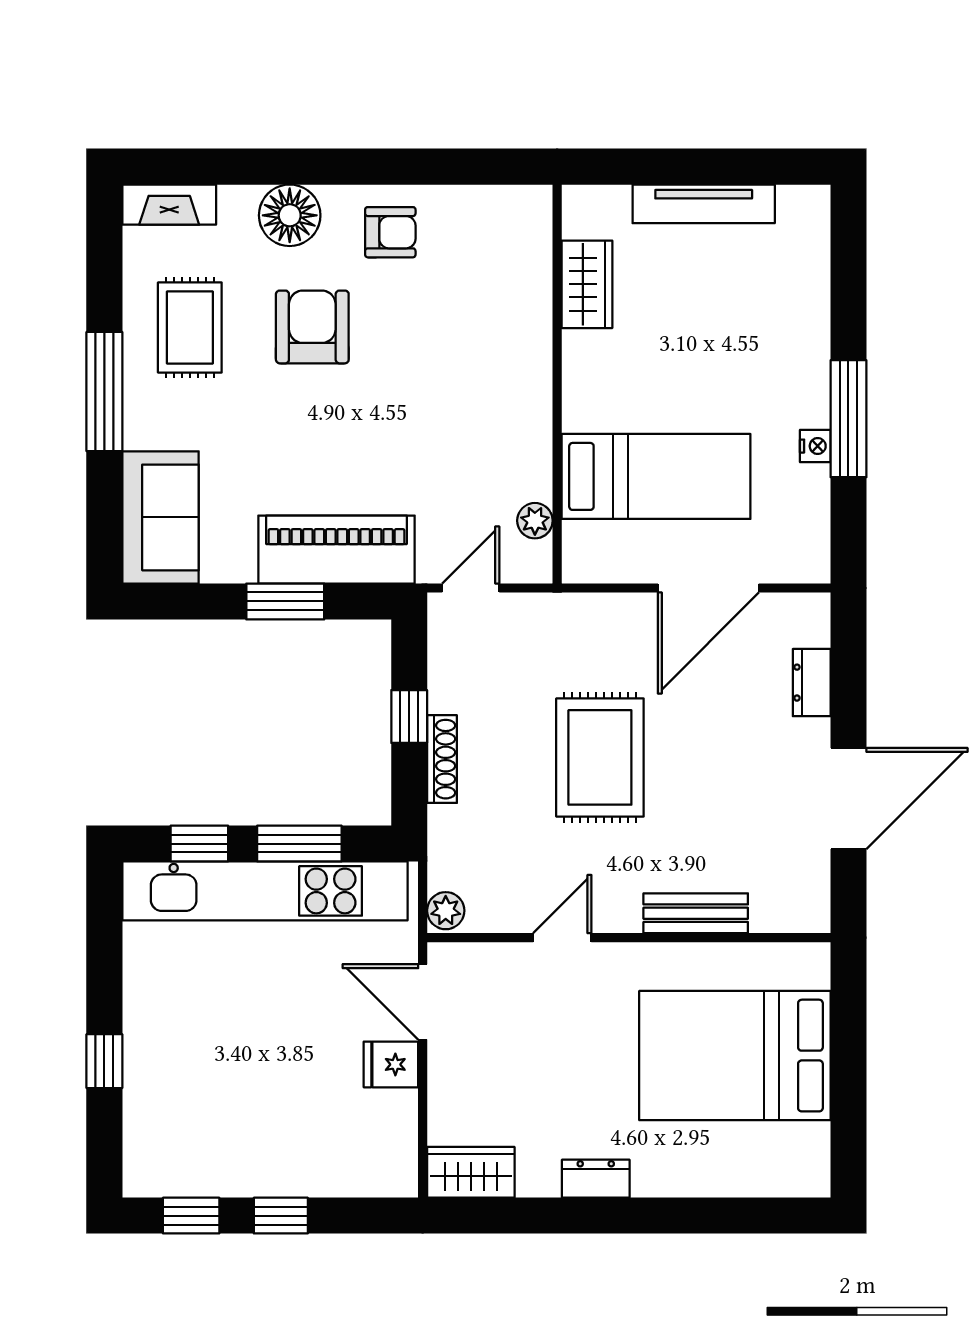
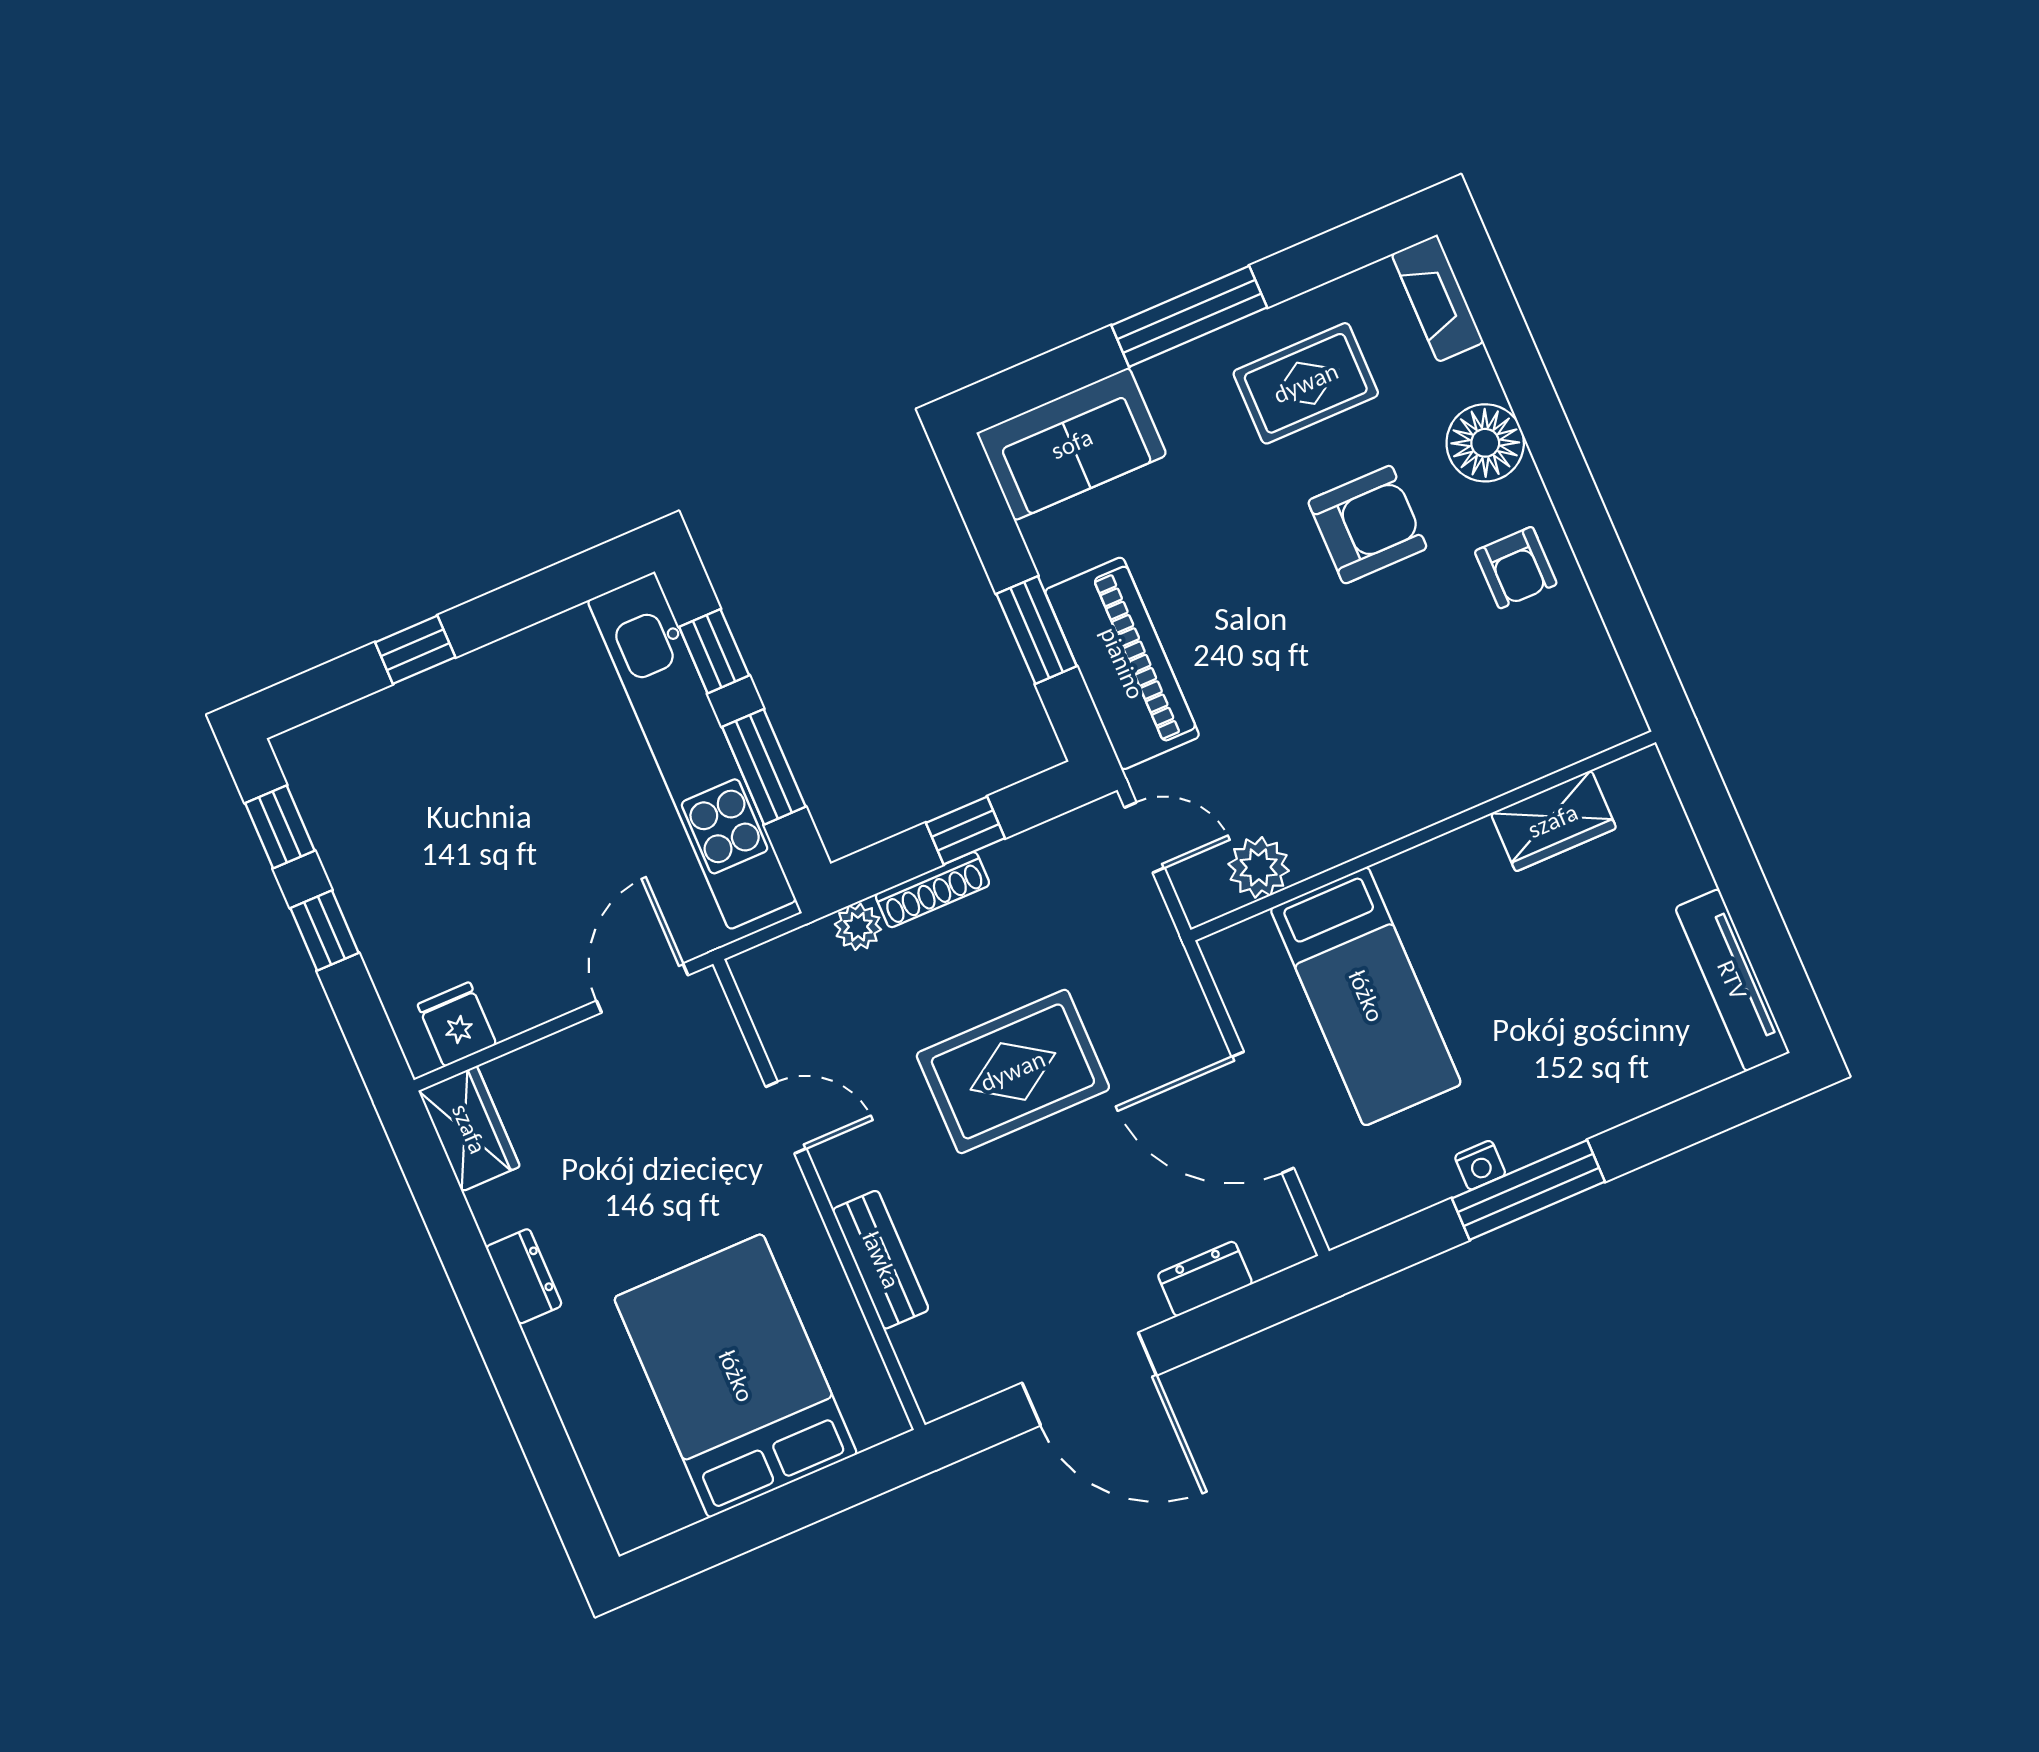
tv unit: (704, 204) -> (1732, 980), moved
plant: (535, 521) -> (1259, 867), width x1.38, depth x1.38
plant: (446, 911) -> (858, 927), moved
fridge: (391, 1064) -> (457, 1024), moved

